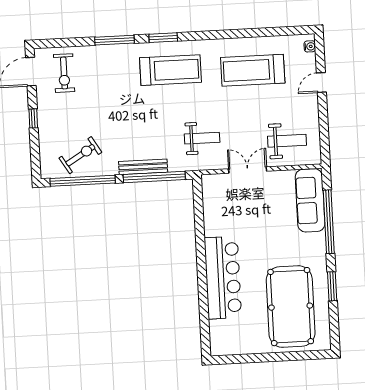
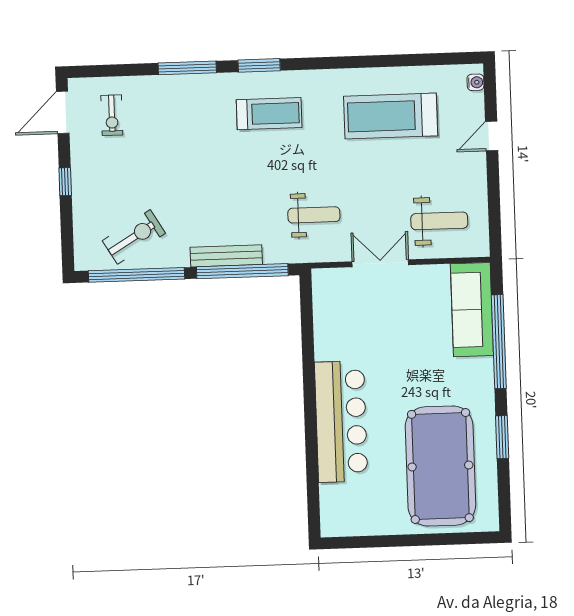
treadmill: (170, 70) -> (269, 114), width x0.73, depth x0.73
exercise bike: (64, 73) -> (112, 115), width x0.73, depth x0.72

